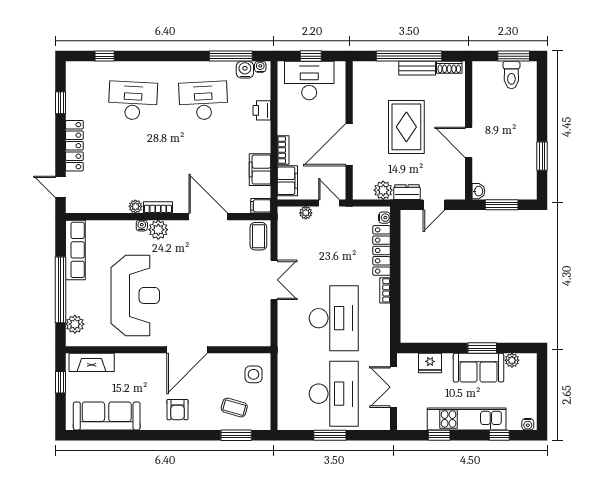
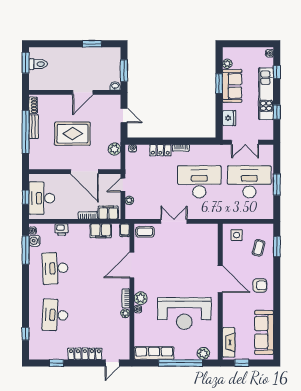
dresser: (407, 192) -> (116, 133), removed
locker: (382, 250) -> (160, 150), width x0.66
reception desk: (135, 295) -> (184, 313), turned 180

